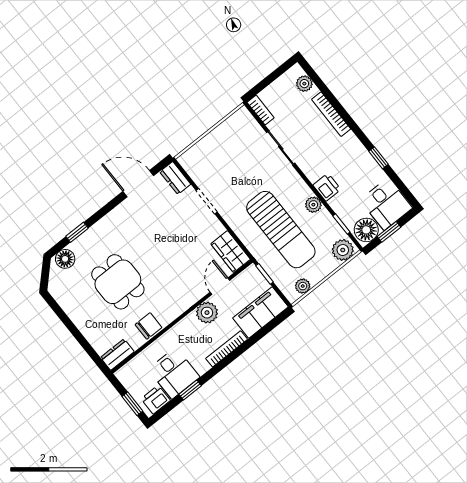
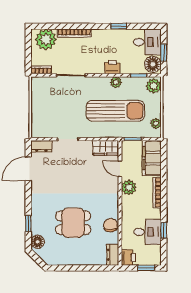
plant: (304, 84) -> (46, 39), width x1.88, depth x1.88
printer: (156, 400) -> (128, 257), moved, turned 180

